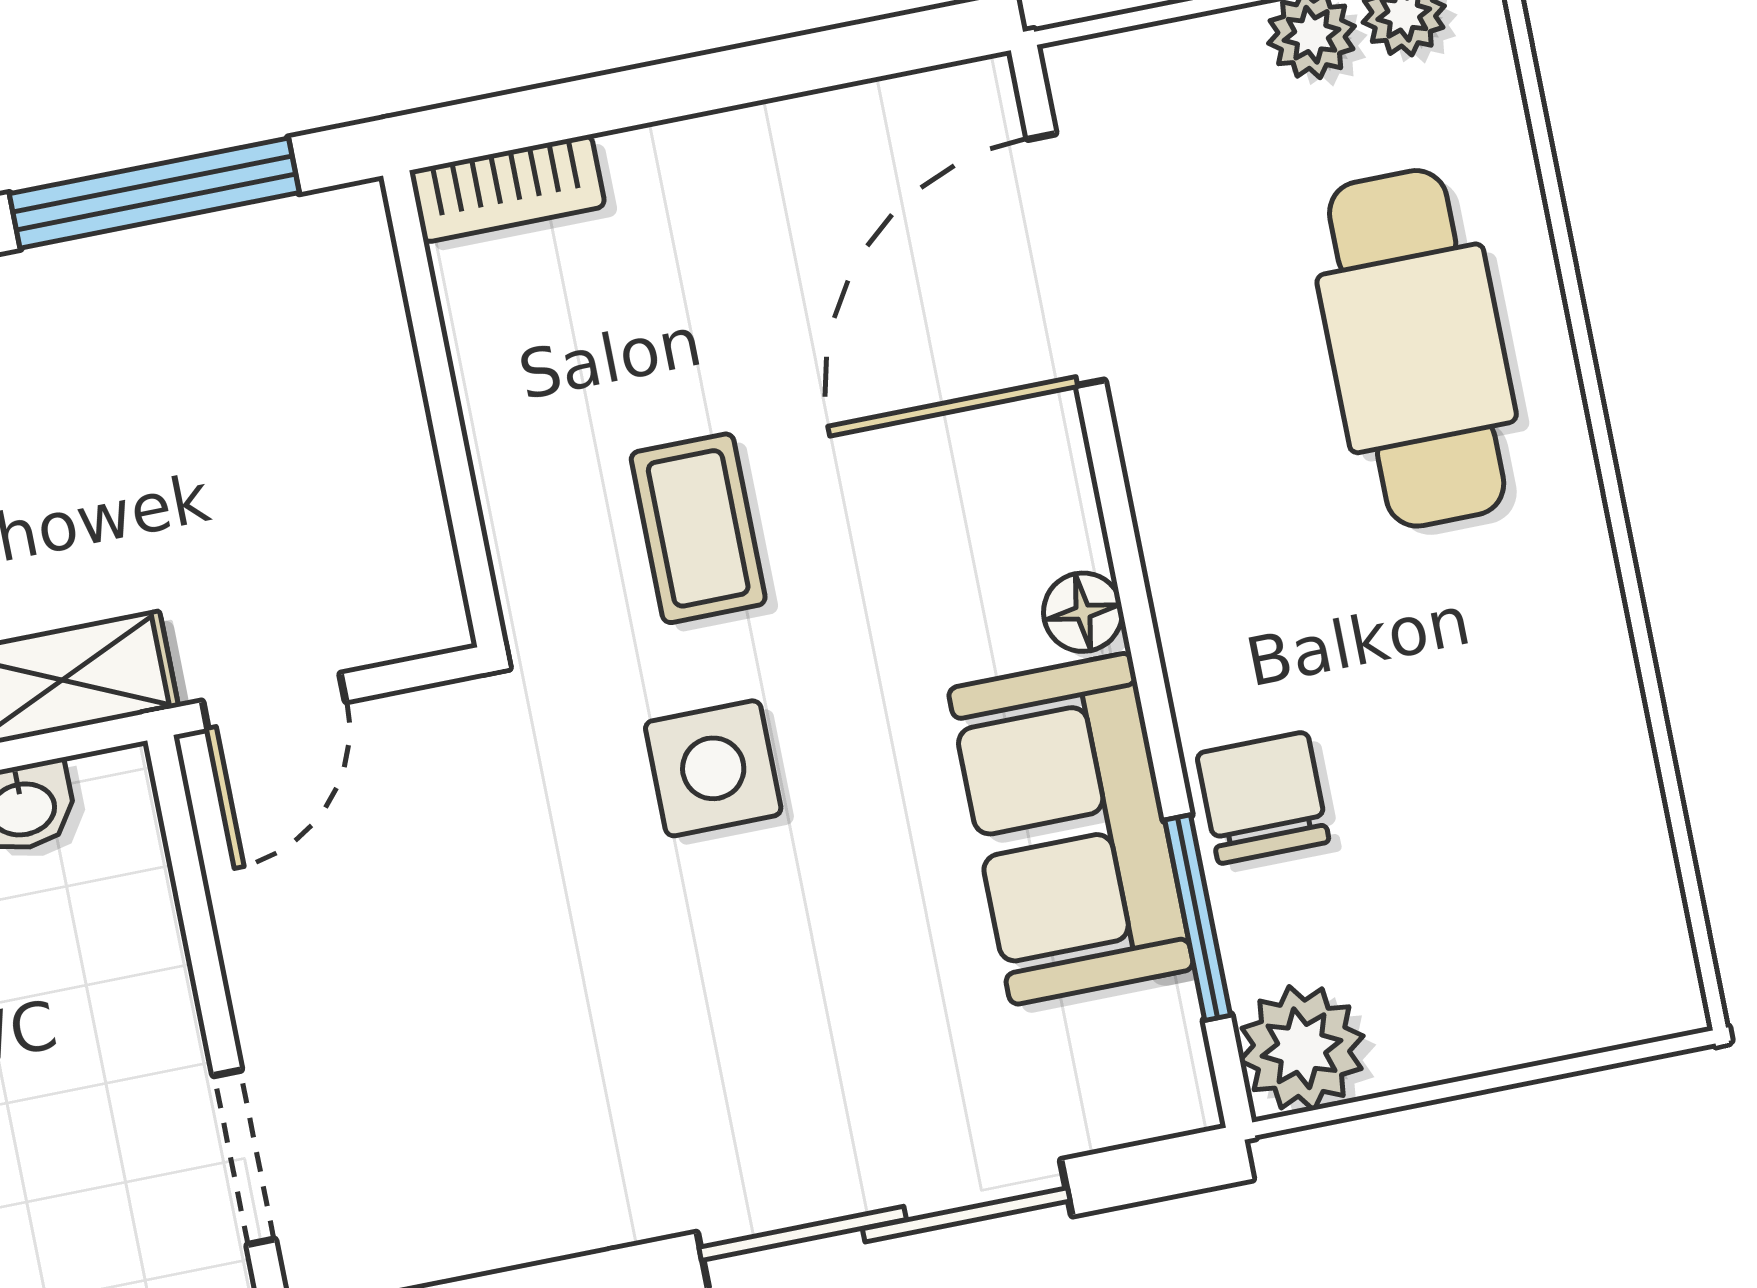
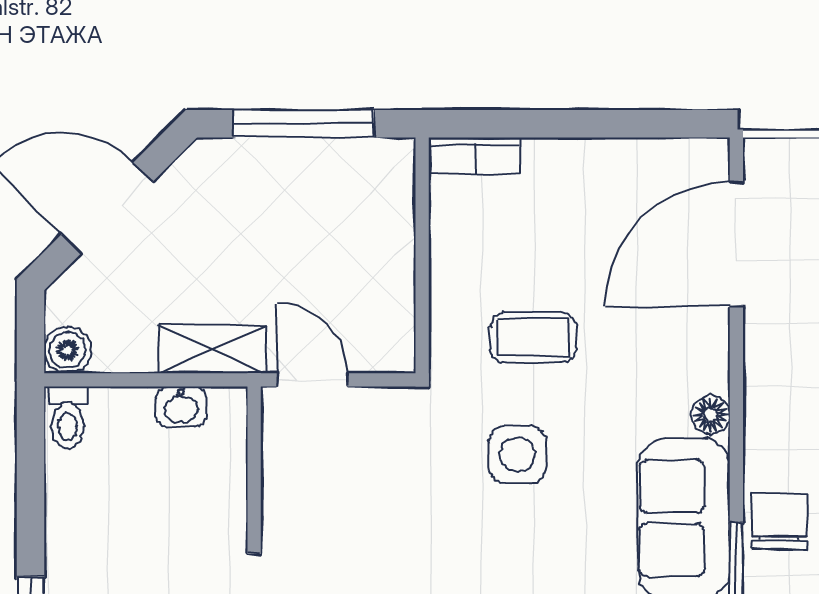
coffee table: (698, 528) -> (533, 337), turned 90
door: (274, 701) -> (312, 380), swing flipped

